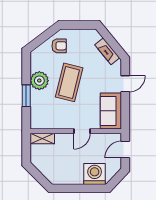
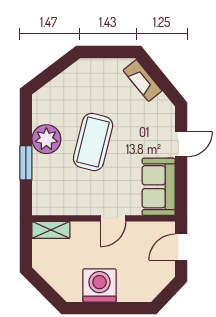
armchair: (59, 46) -> (77, 85), removed
fireplace: (107, 51) -> (142, 81), moved
washing machine: (95, 174) -> (100, 285), moved

